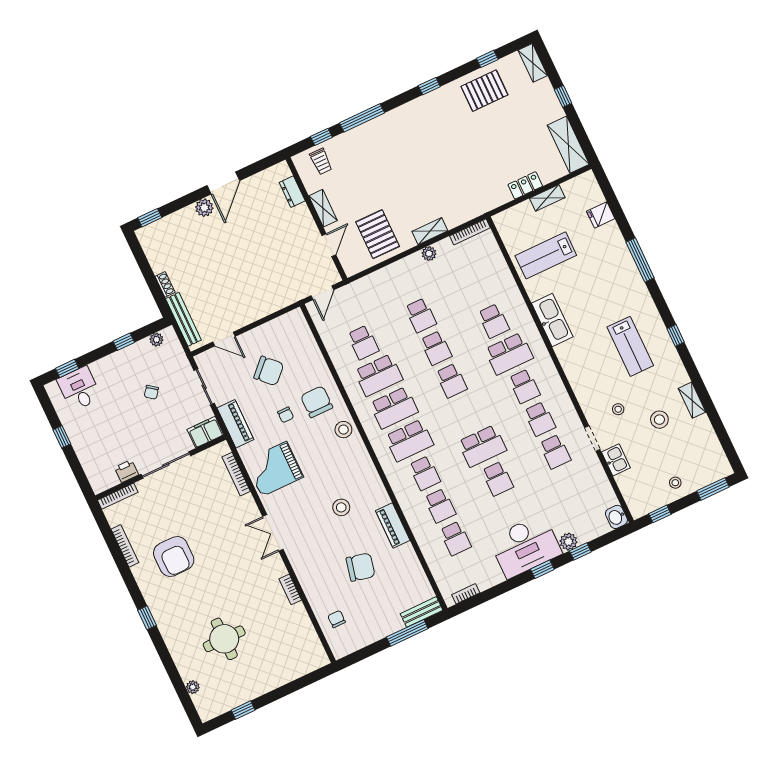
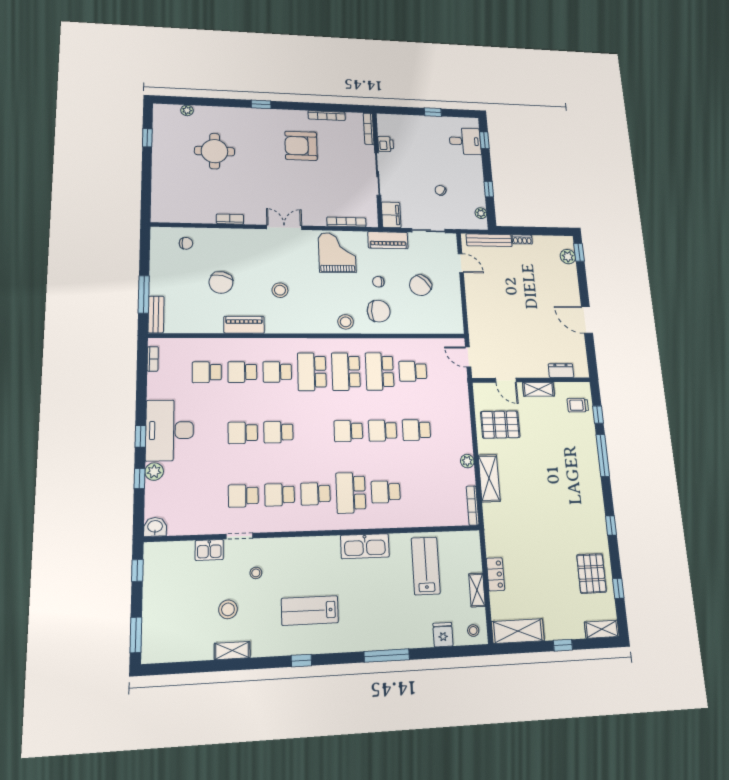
plant: (204, 208) -> (568, 257), moved
shelving: (430, 231) -> (489, 478), width x1.50, depth x1.33
door: (224, 339) -> (461, 263), swing flipped
school desk: (482, 446) -> (278, 432), width x0.54
stool: (675, 483) -> (473, 631), moved

